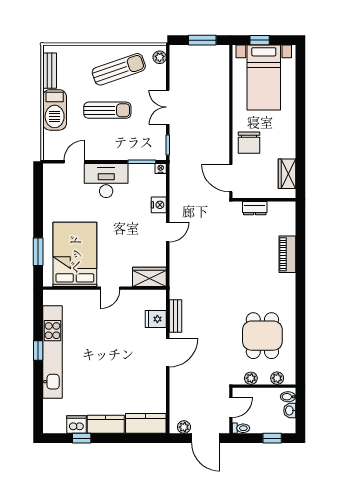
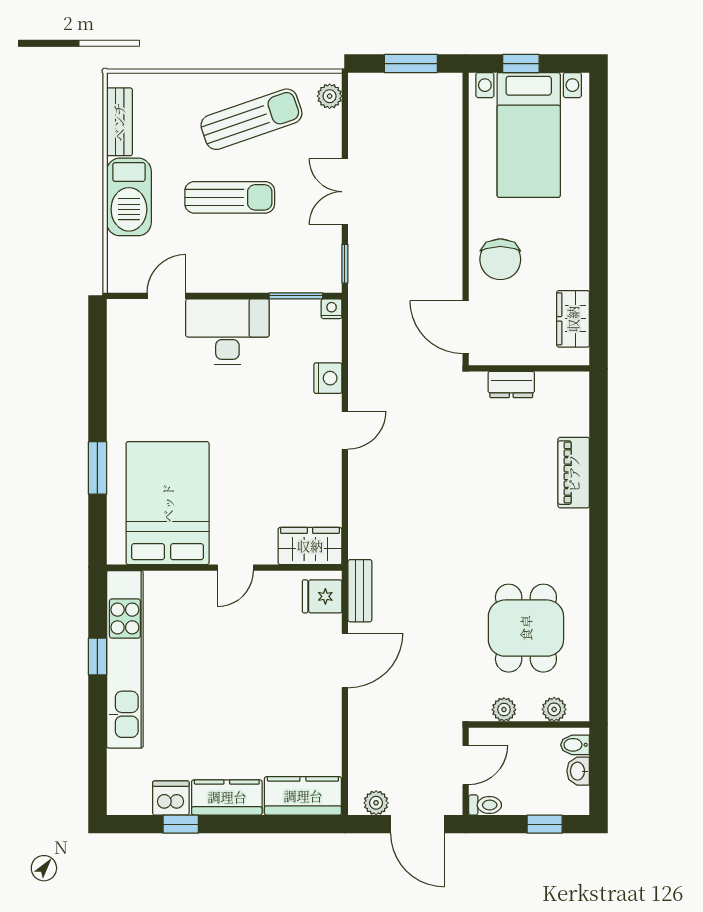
bed: (75, 254) -> (168, 503), moved
wardrobe: (149, 277) -> (310, 546), moved
wall: (104, 288) -> (224, 568), moved
door: (110, 288) -> (235, 568), moved

